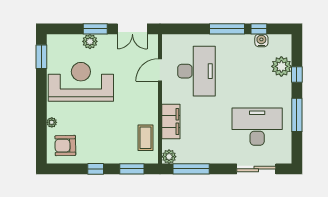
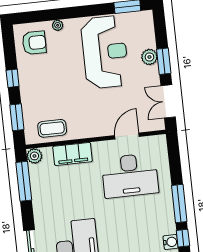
door: (160, 70) -> (127, 136), hinge flipped
armchair: (65, 146) -> (34, 43), turned 91

